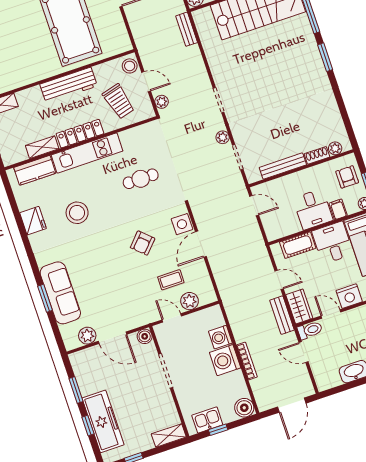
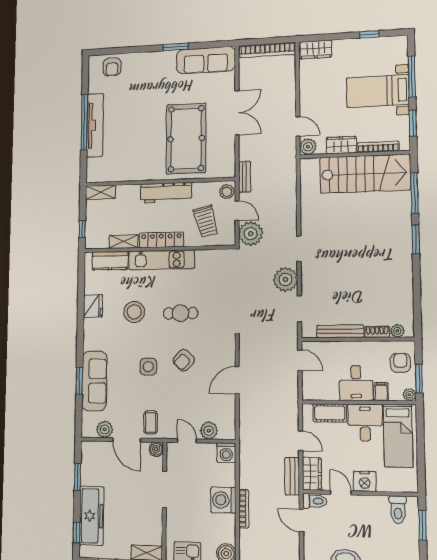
bench: (187, 29) -> (244, 177), moved
plant: (162, 102) -> (251, 234), width x1.87, depth x1.87
plant: (223, 137) -> (285, 280), width x1.88, depth x1.88
cafe table: (141, 179) -> (181, 313), moved
side table: (182, 224) -> (148, 367), moved
coffee table: (171, 280) -> (151, 422), moved, turned 90
washing machine: (220, 337) -> (226, 453), moved, turned -90
window: (88, 426) -> (76, 533), moved

